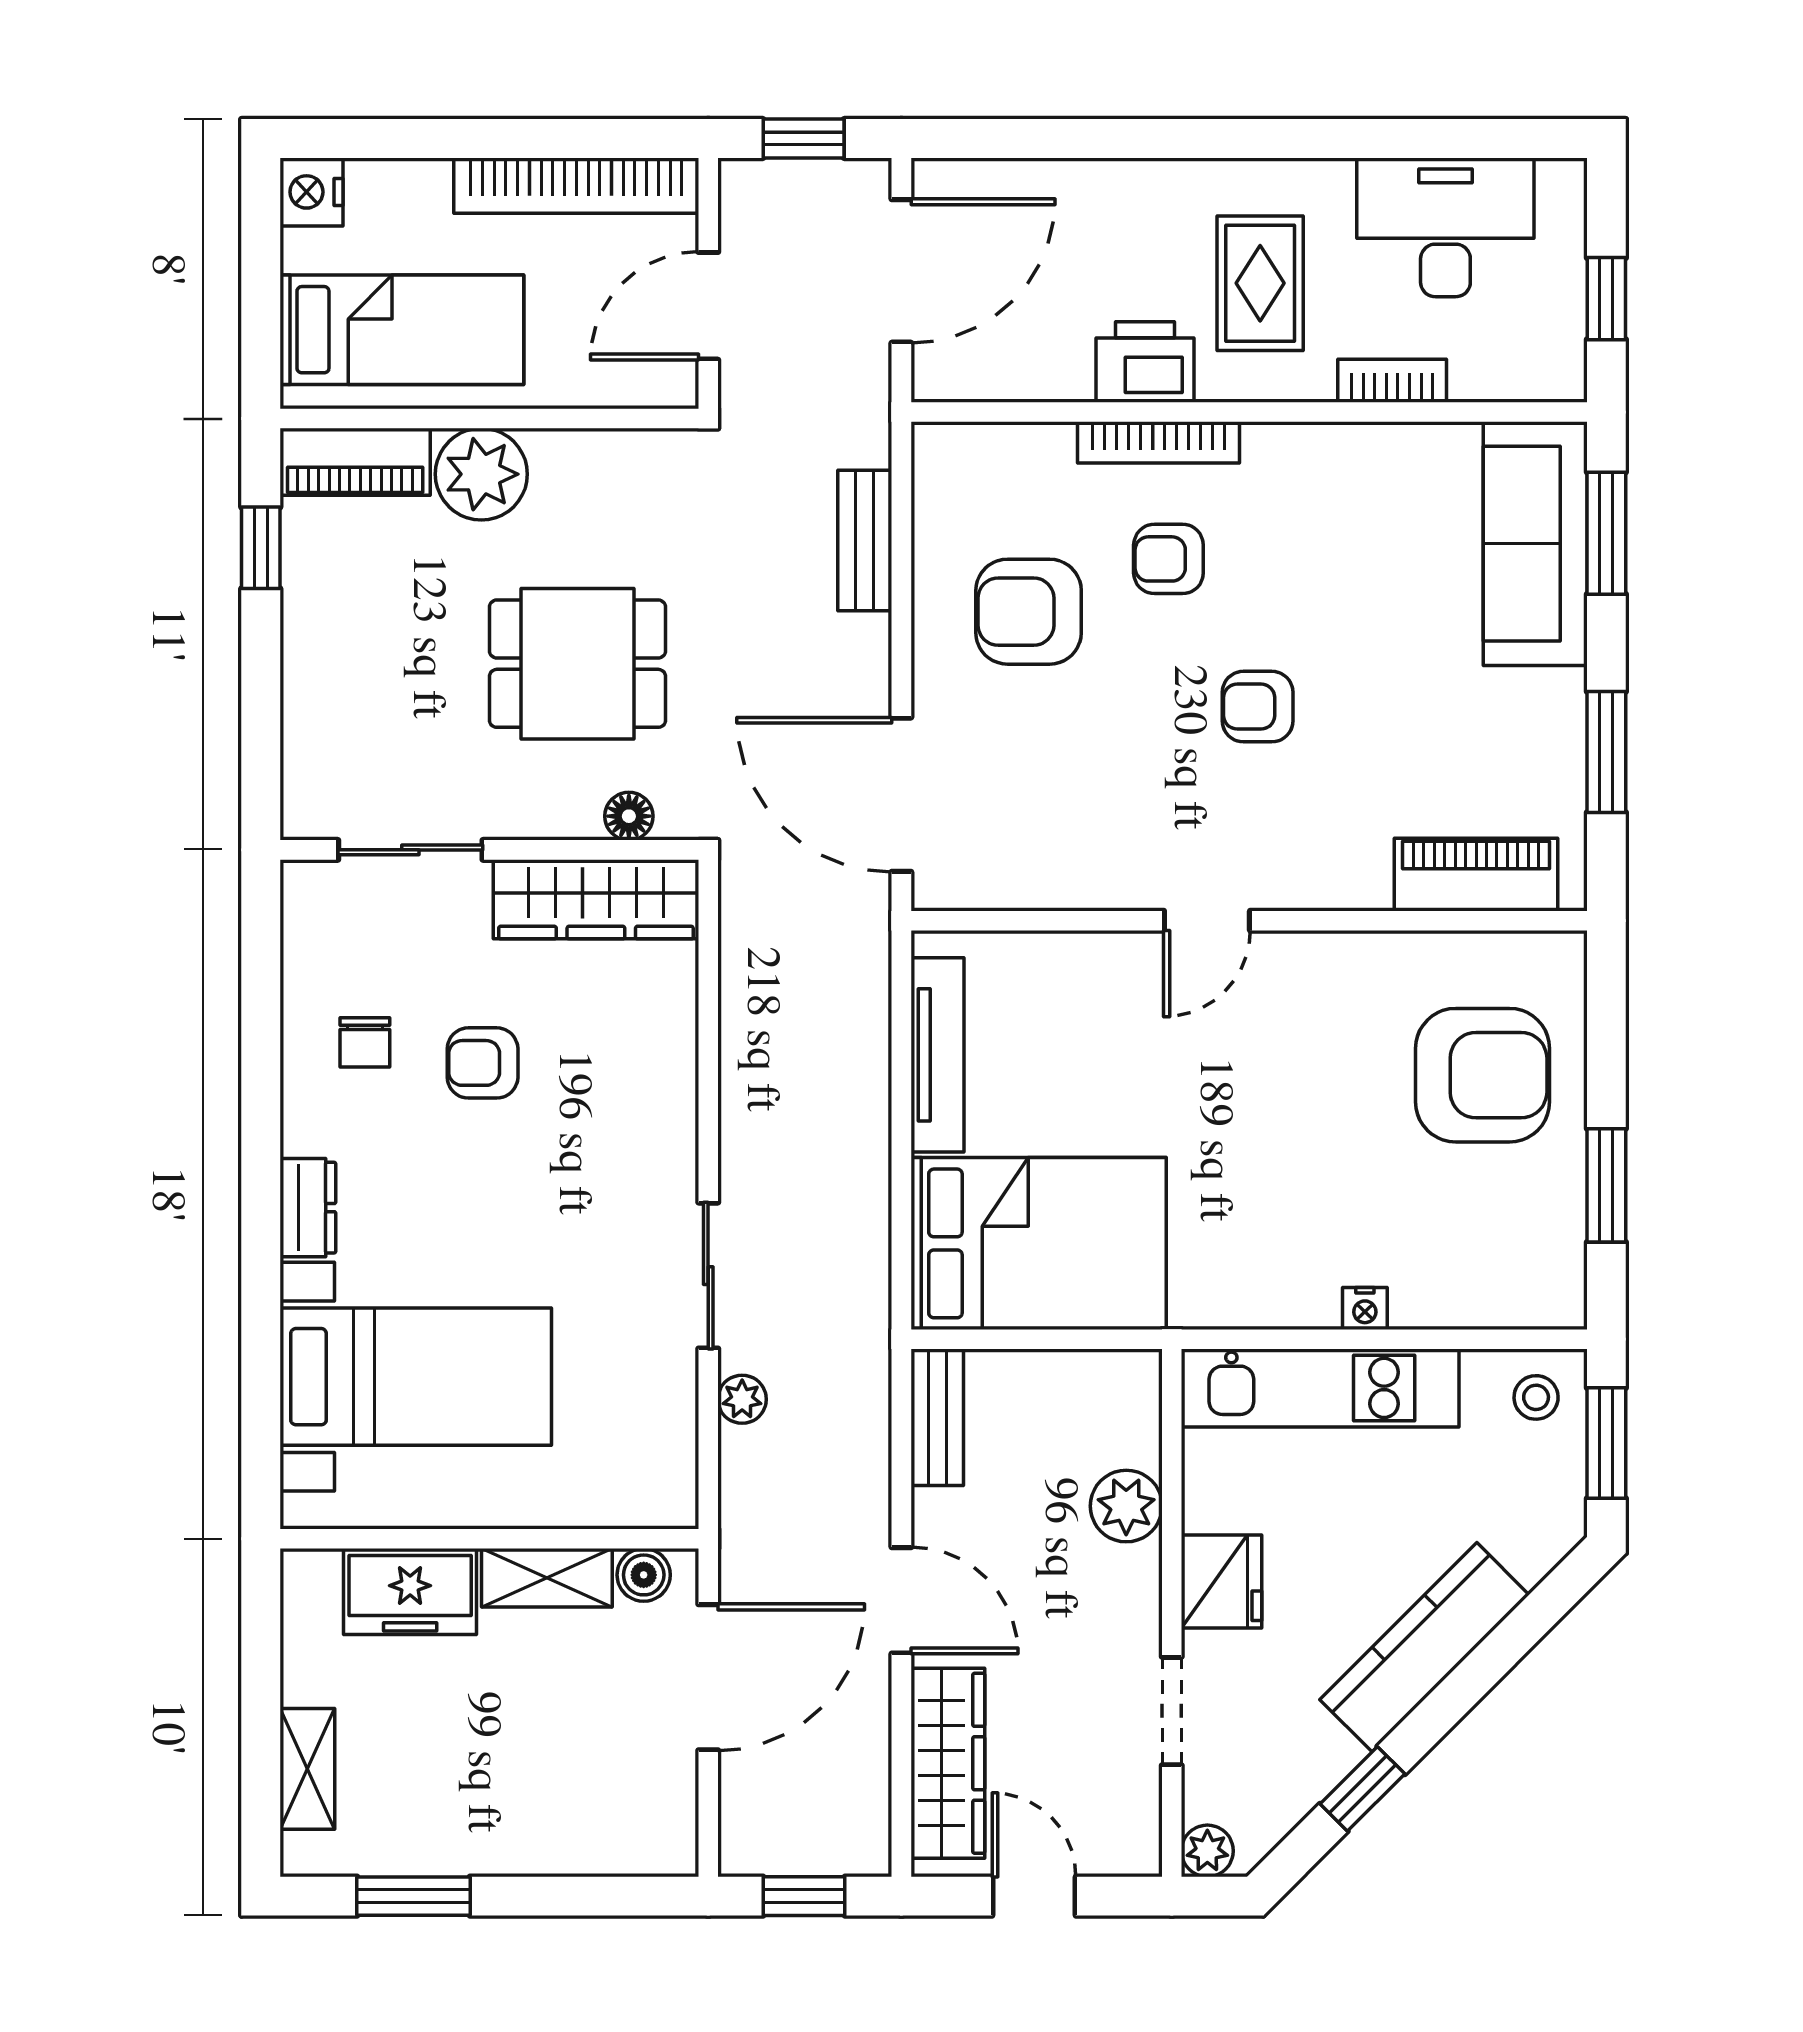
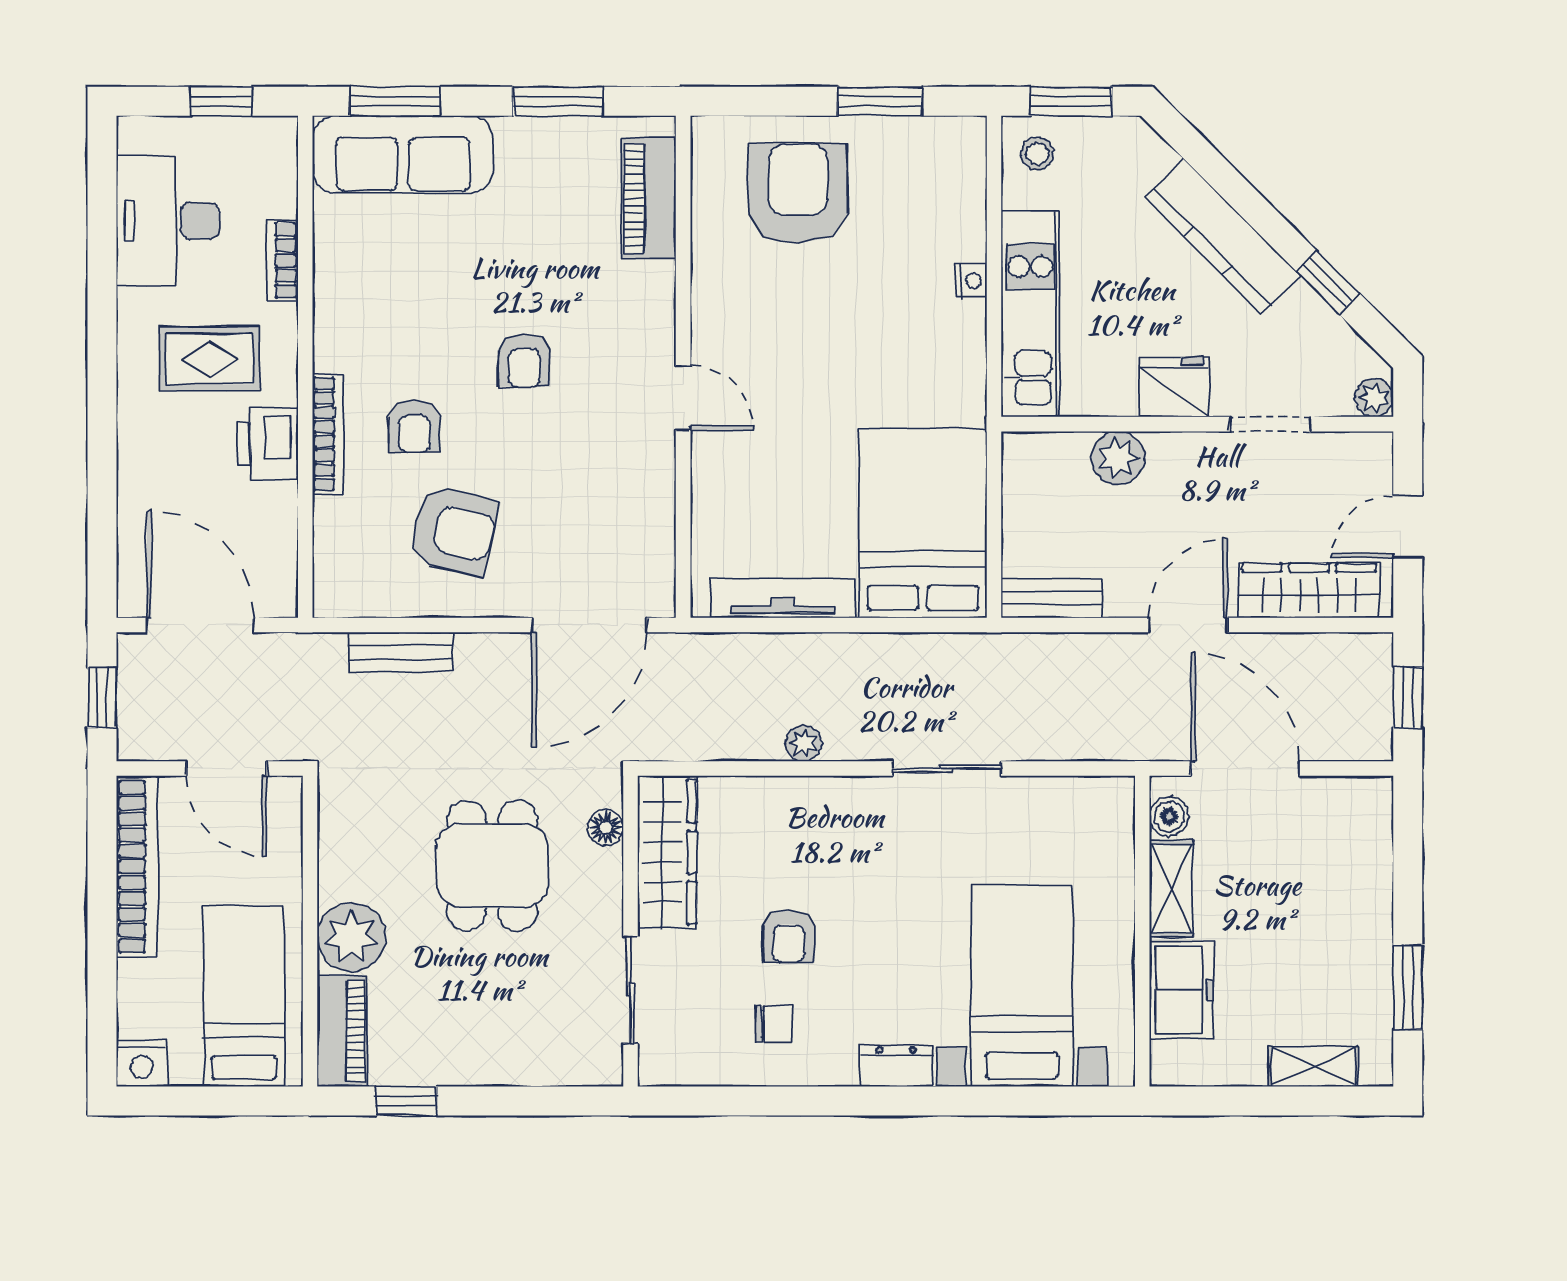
armchair: (1029, 612) -> (454, 531), turned -76
plant: (742, 1399) -> (803, 743), moved

